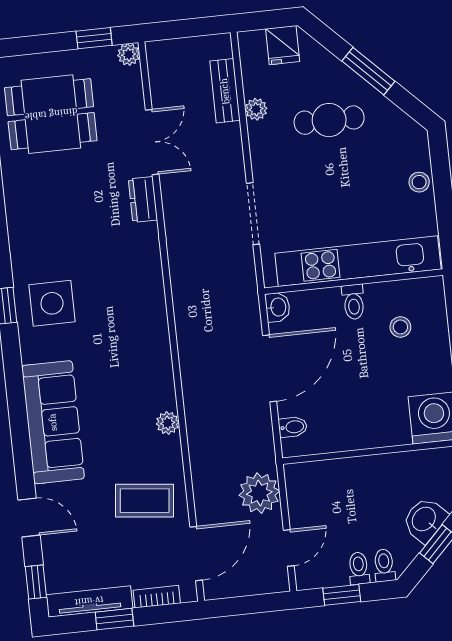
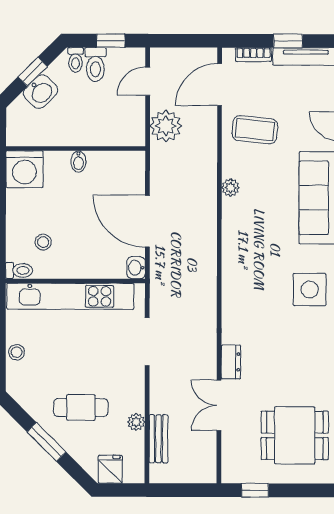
plant: (129, 55) -> (230, 475), removed
toilet: (354, 302) -> (19, 270), moved, turned 90
door: (270, 368) -> (147, 221), hinge flipped
bidet: (293, 427) -> (78, 161), moved, turned -90
toilet: (359, 568) -> (95, 64), width x1.37, depth x1.39

